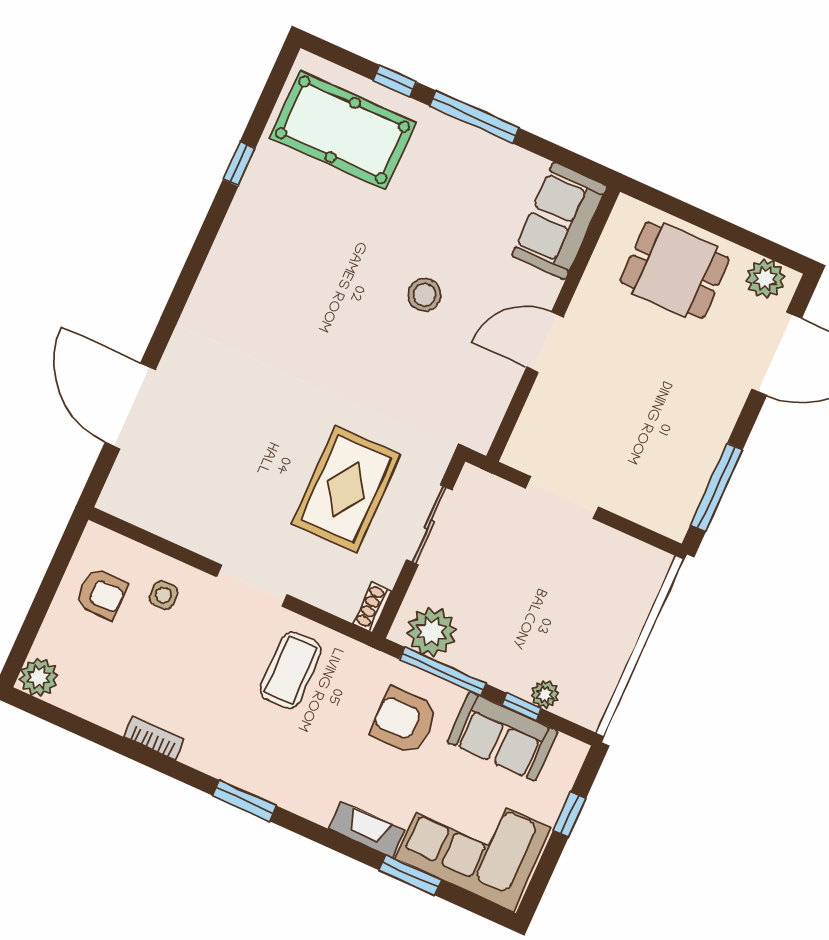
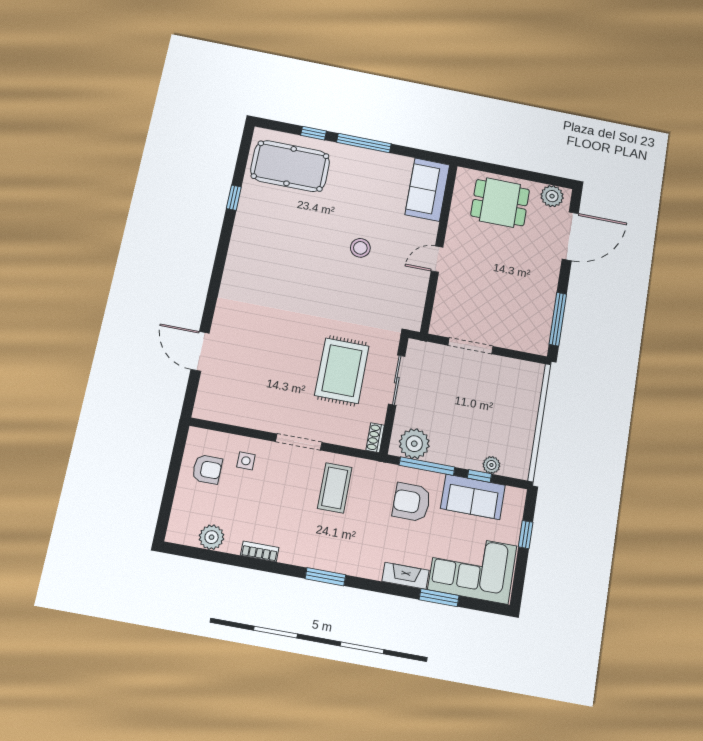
door: (545, 342) -> (437, 259), width x0.73
door: (130, 406) -> (200, 351), width x0.73
plant: (39, 677) -> (212, 537), moved

